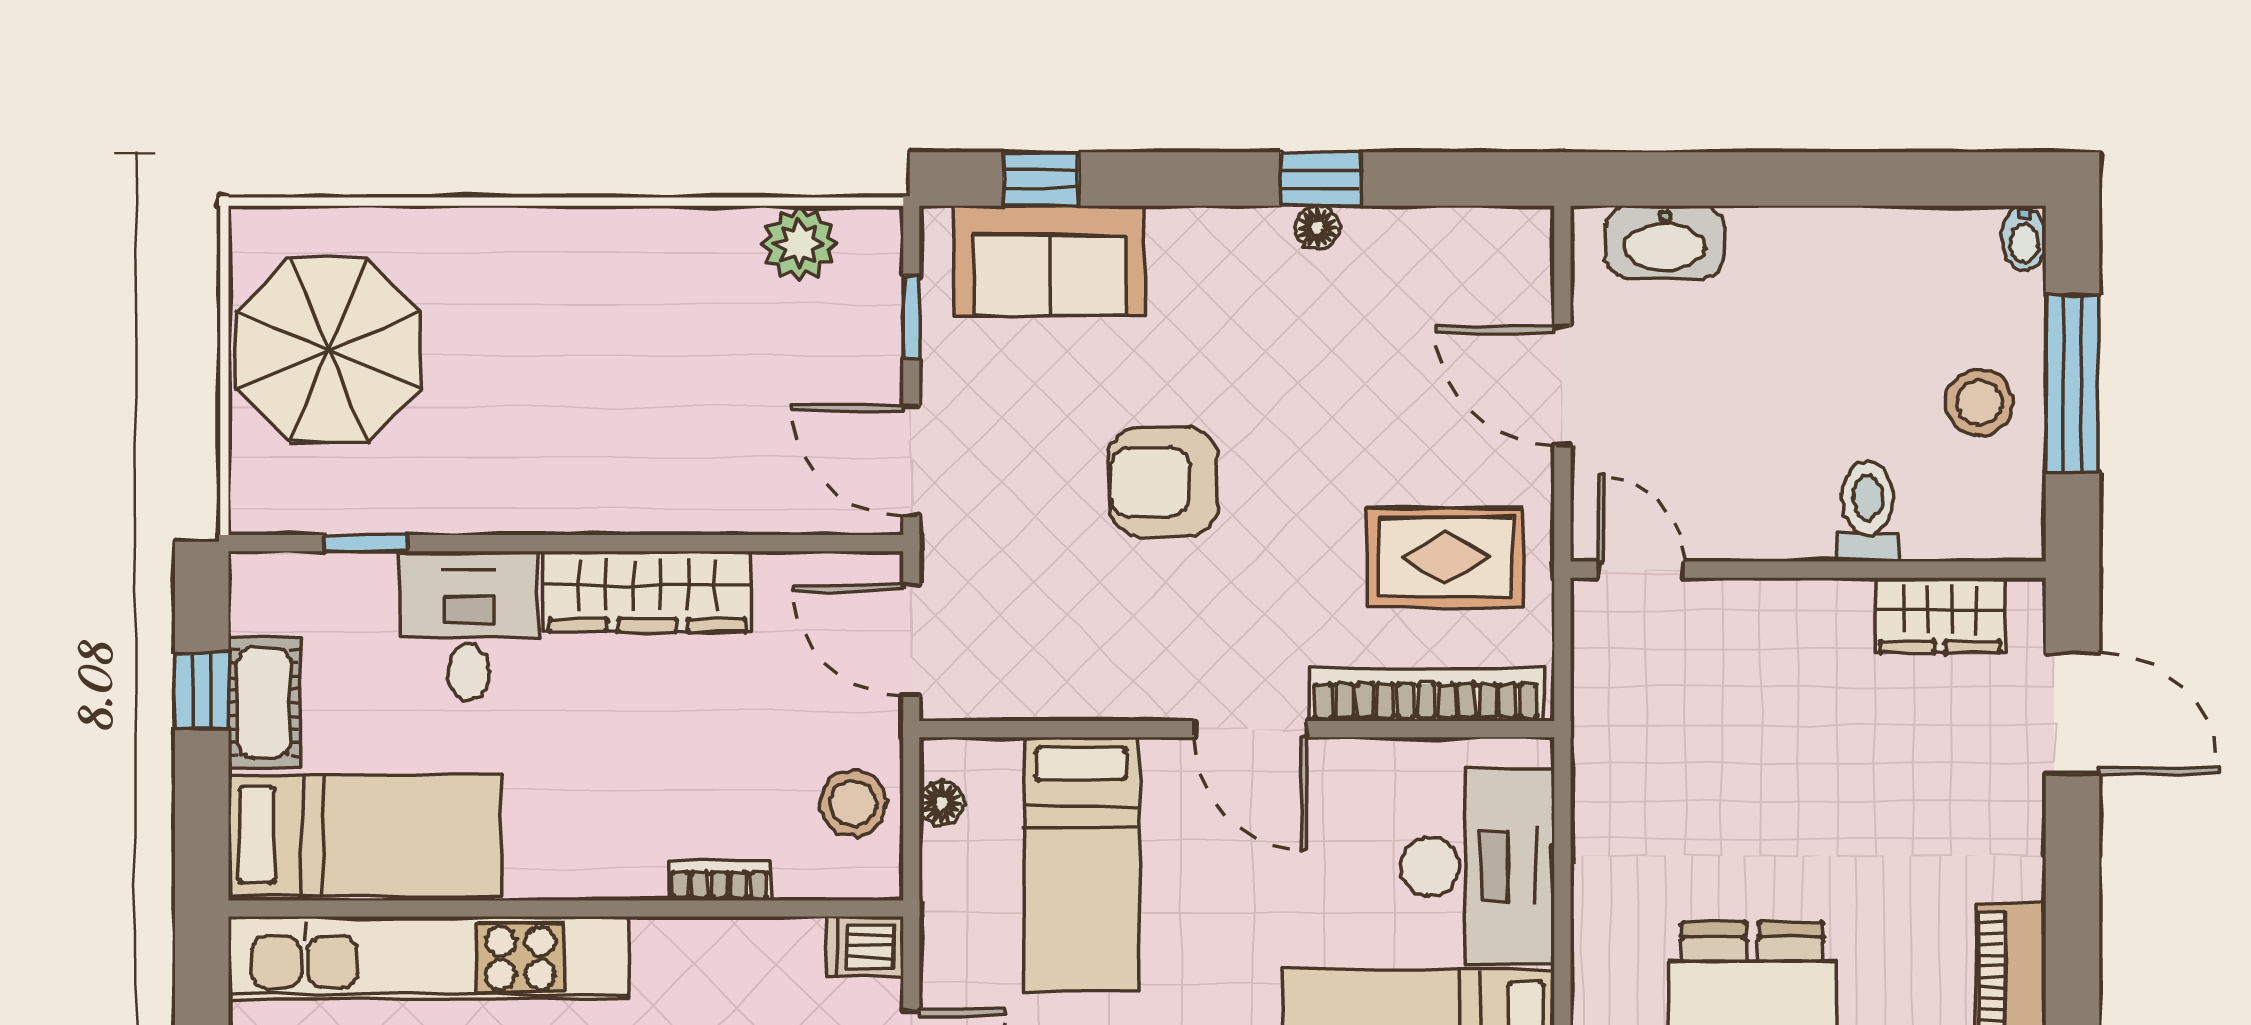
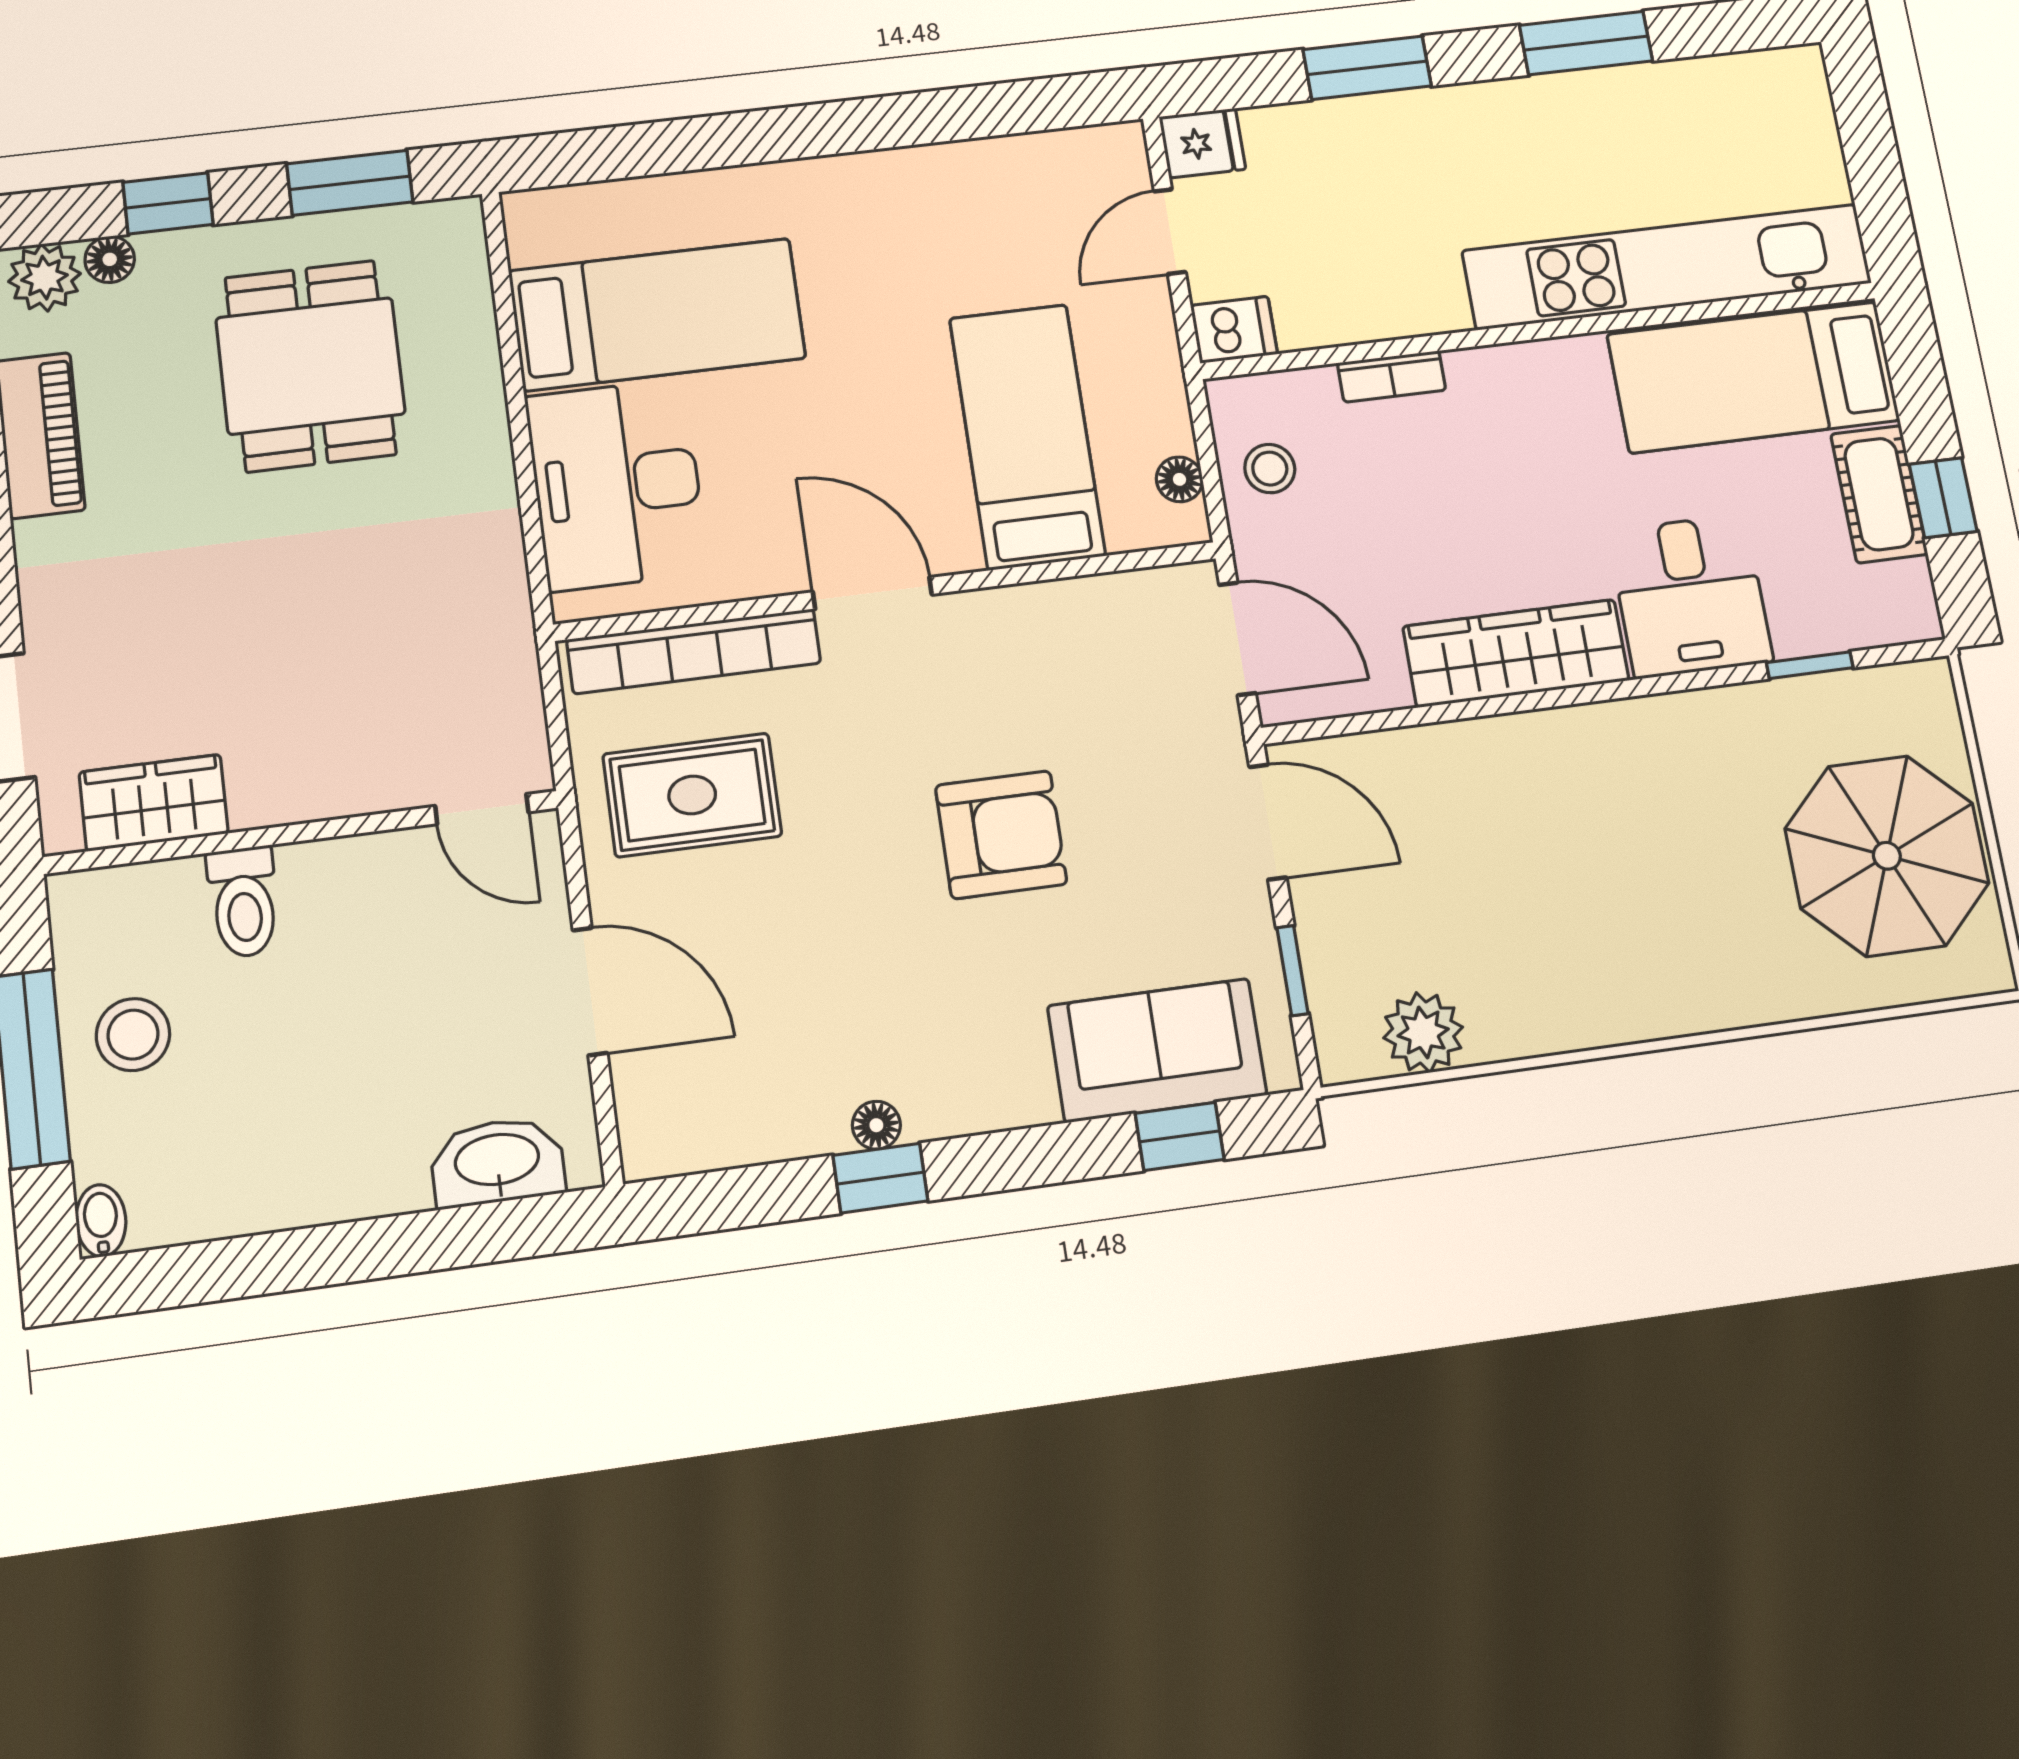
stool: (853, 803) -> (1270, 469), width x0.73, depth x0.73

